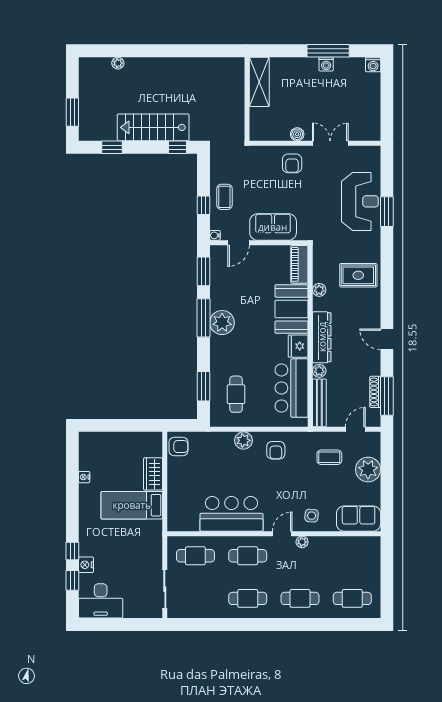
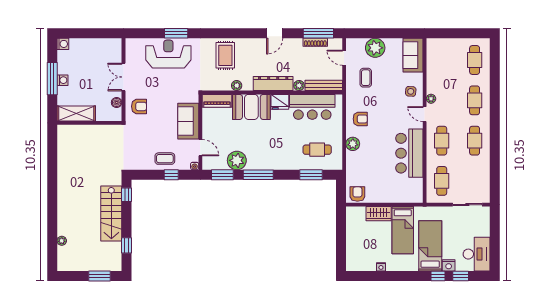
shelving: (259, 82) -> (76, 113), moved
wall: (247, 99) -> (89, 123), moved
plant: (222, 323) -> (237, 160), moved
bed: (111, 541) -> (430, 246), added

